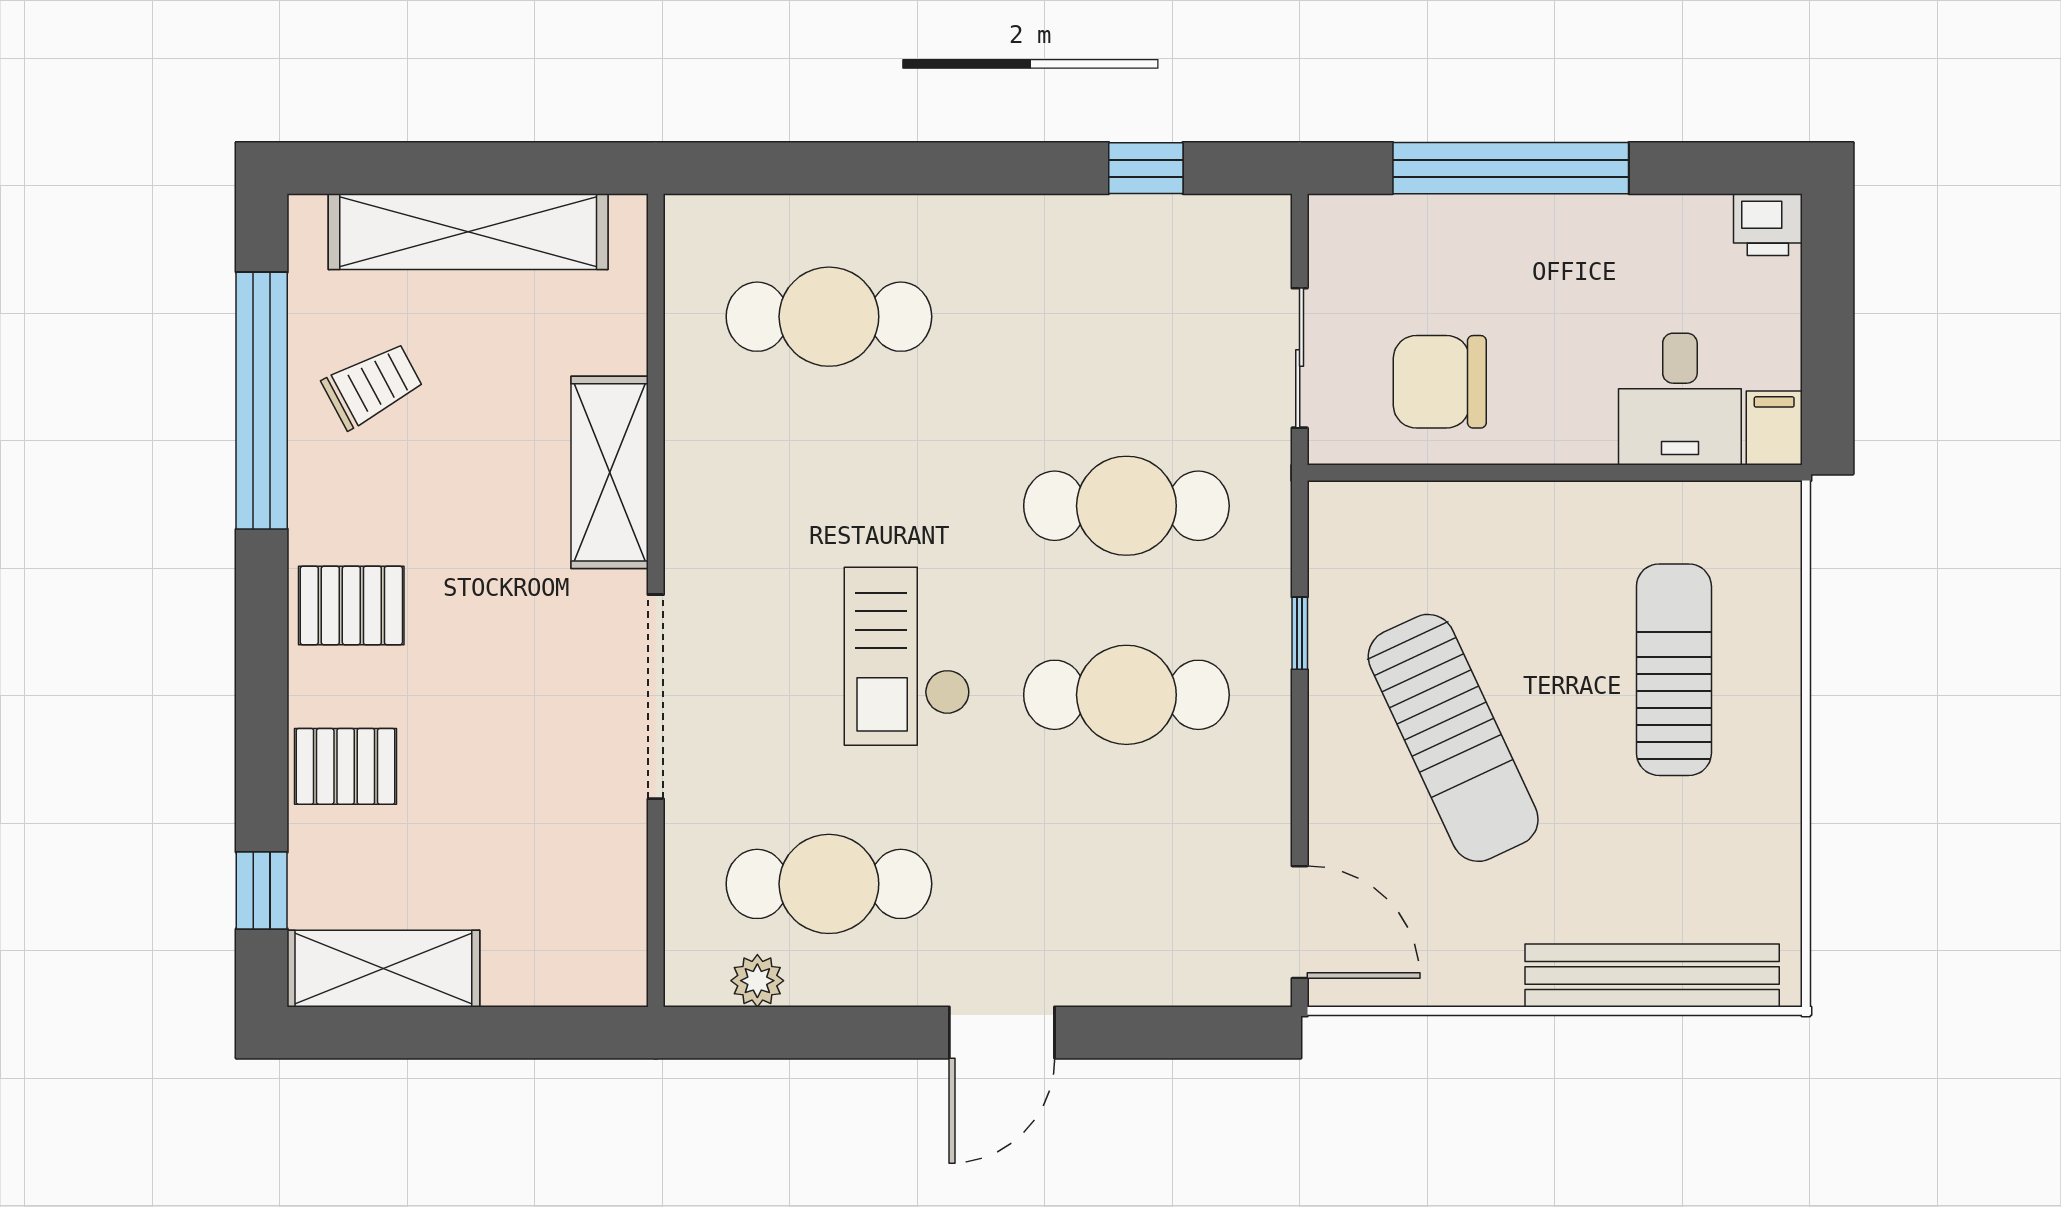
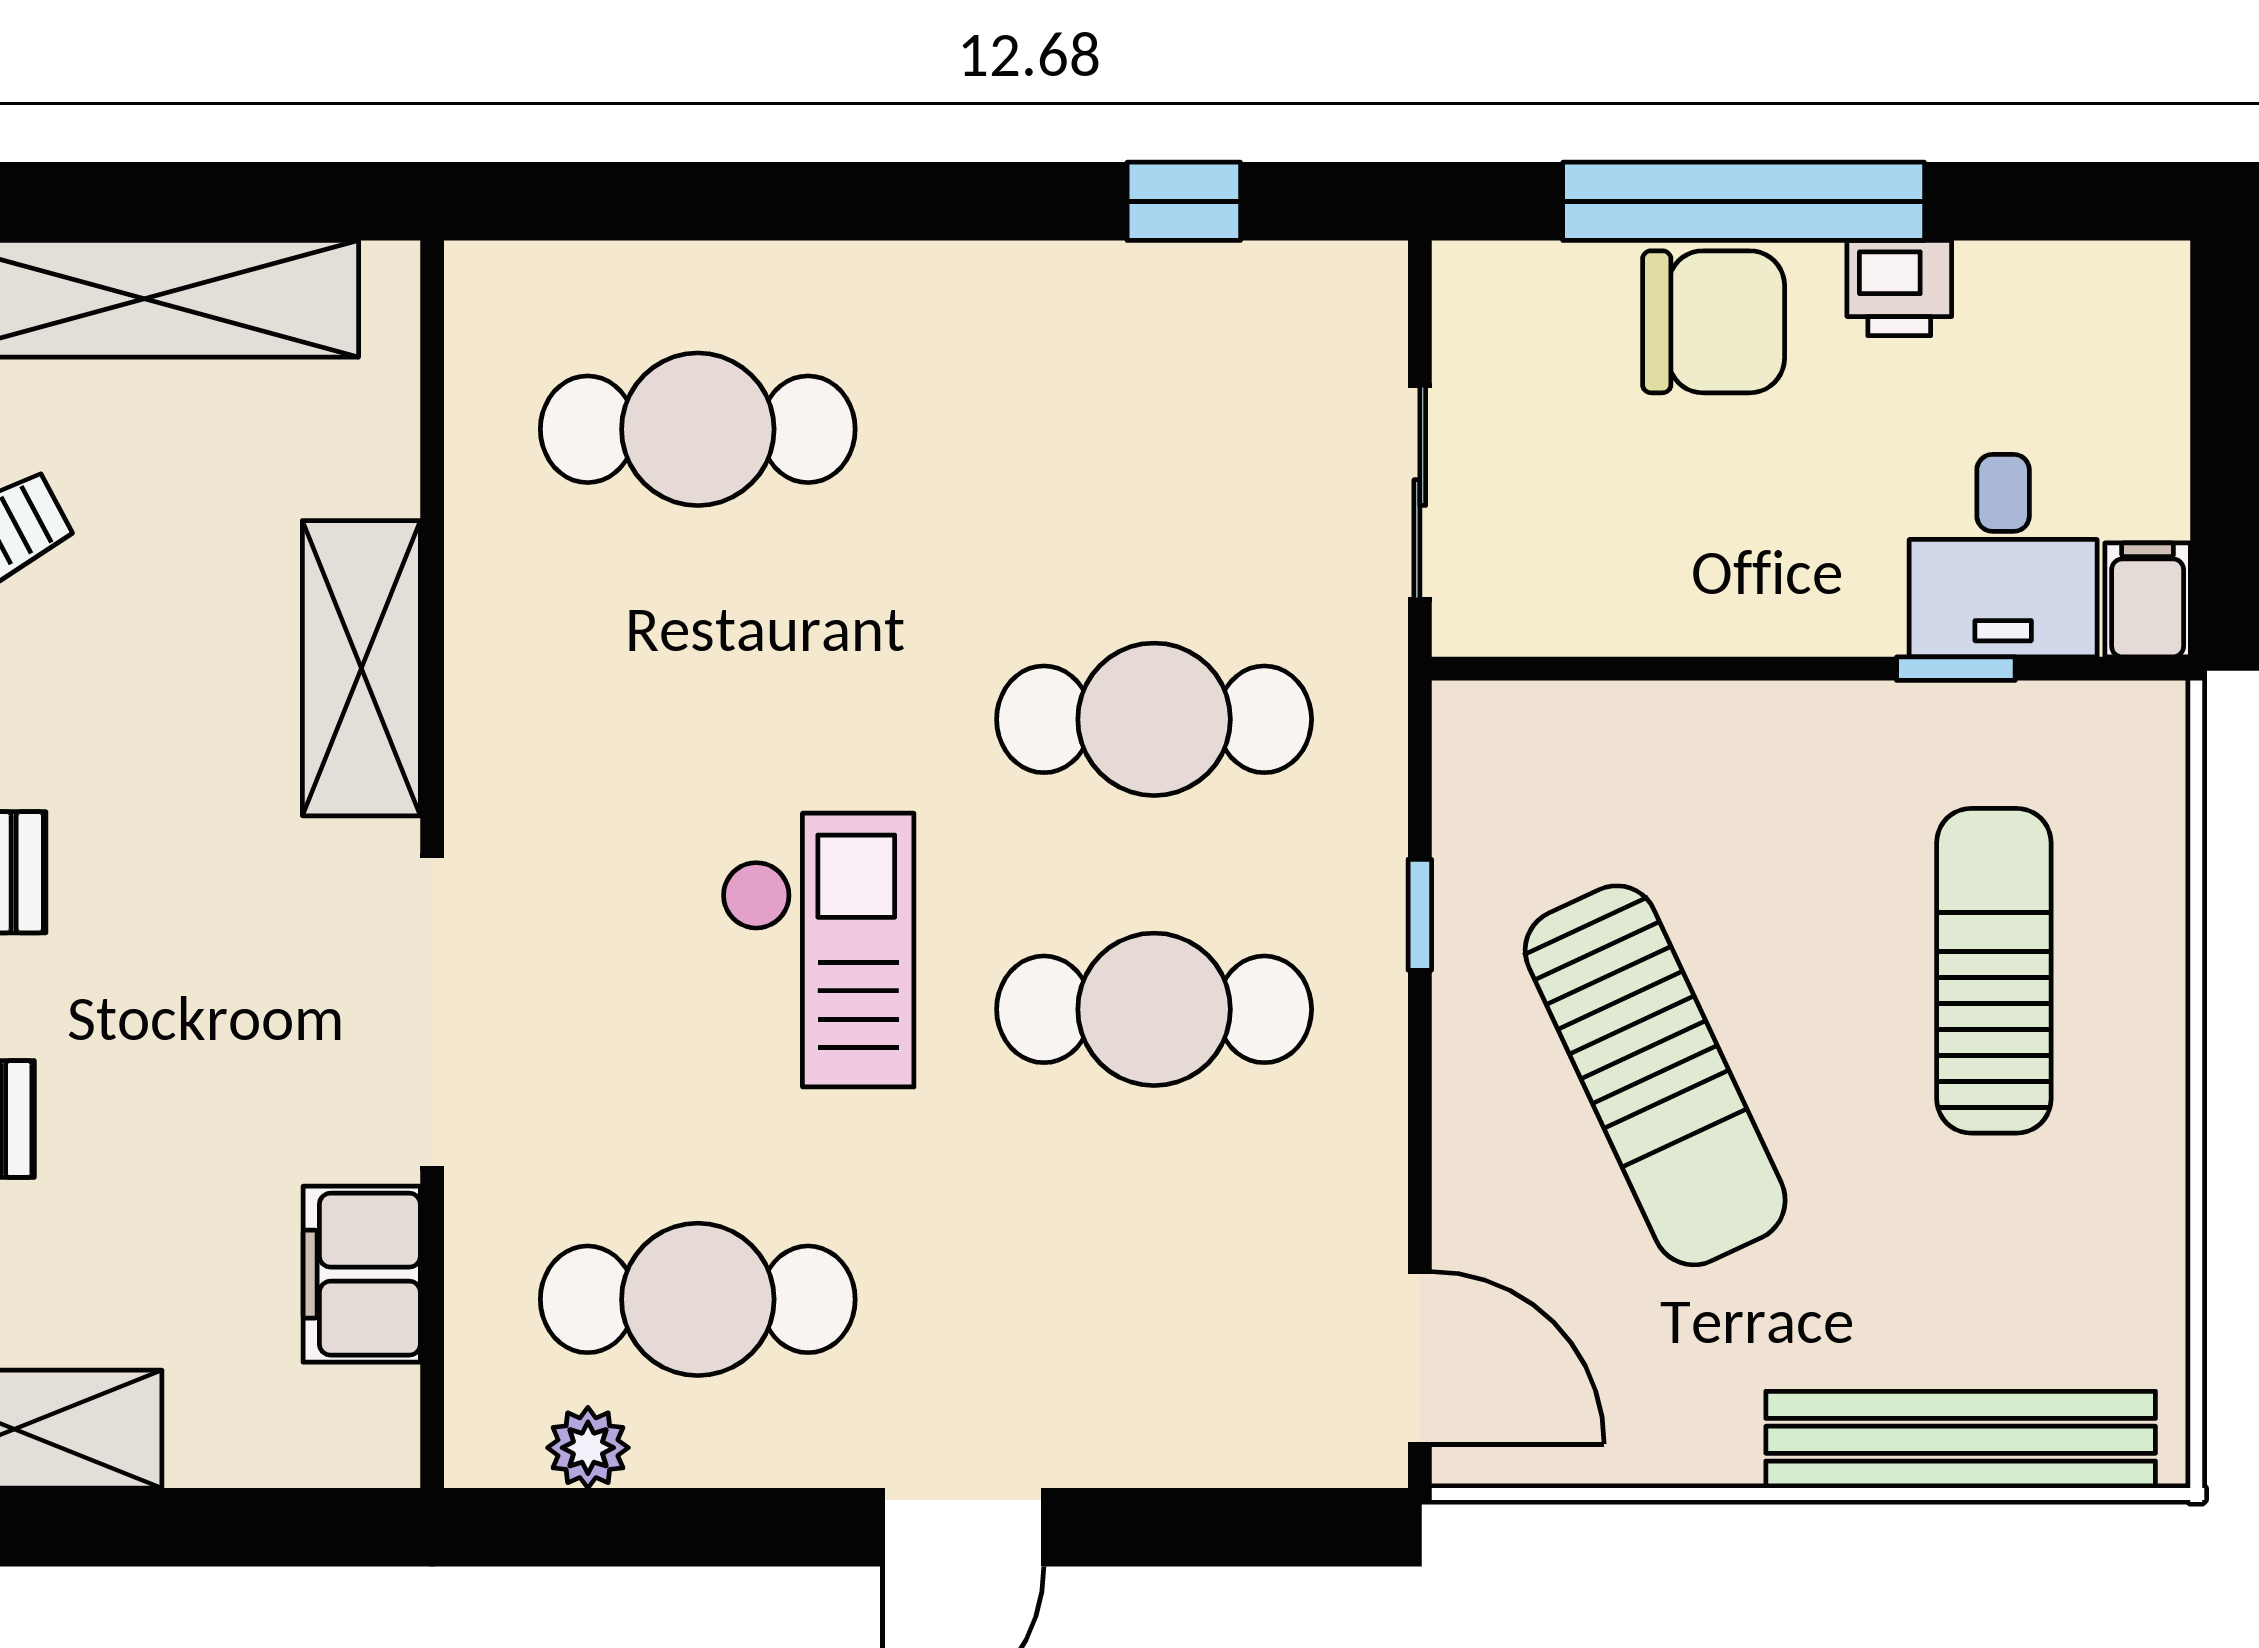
printer: (1768, 225) -> (1899, 288), moved
chair: (1440, 382) -> (1714, 322), moved, turned 180
window: (1649, 473) -> (1956, 669), added
checkout: (907, 656) -> (818, 950), turned 180
filing cabinet: (610, 868) -> (362, 1274), added

